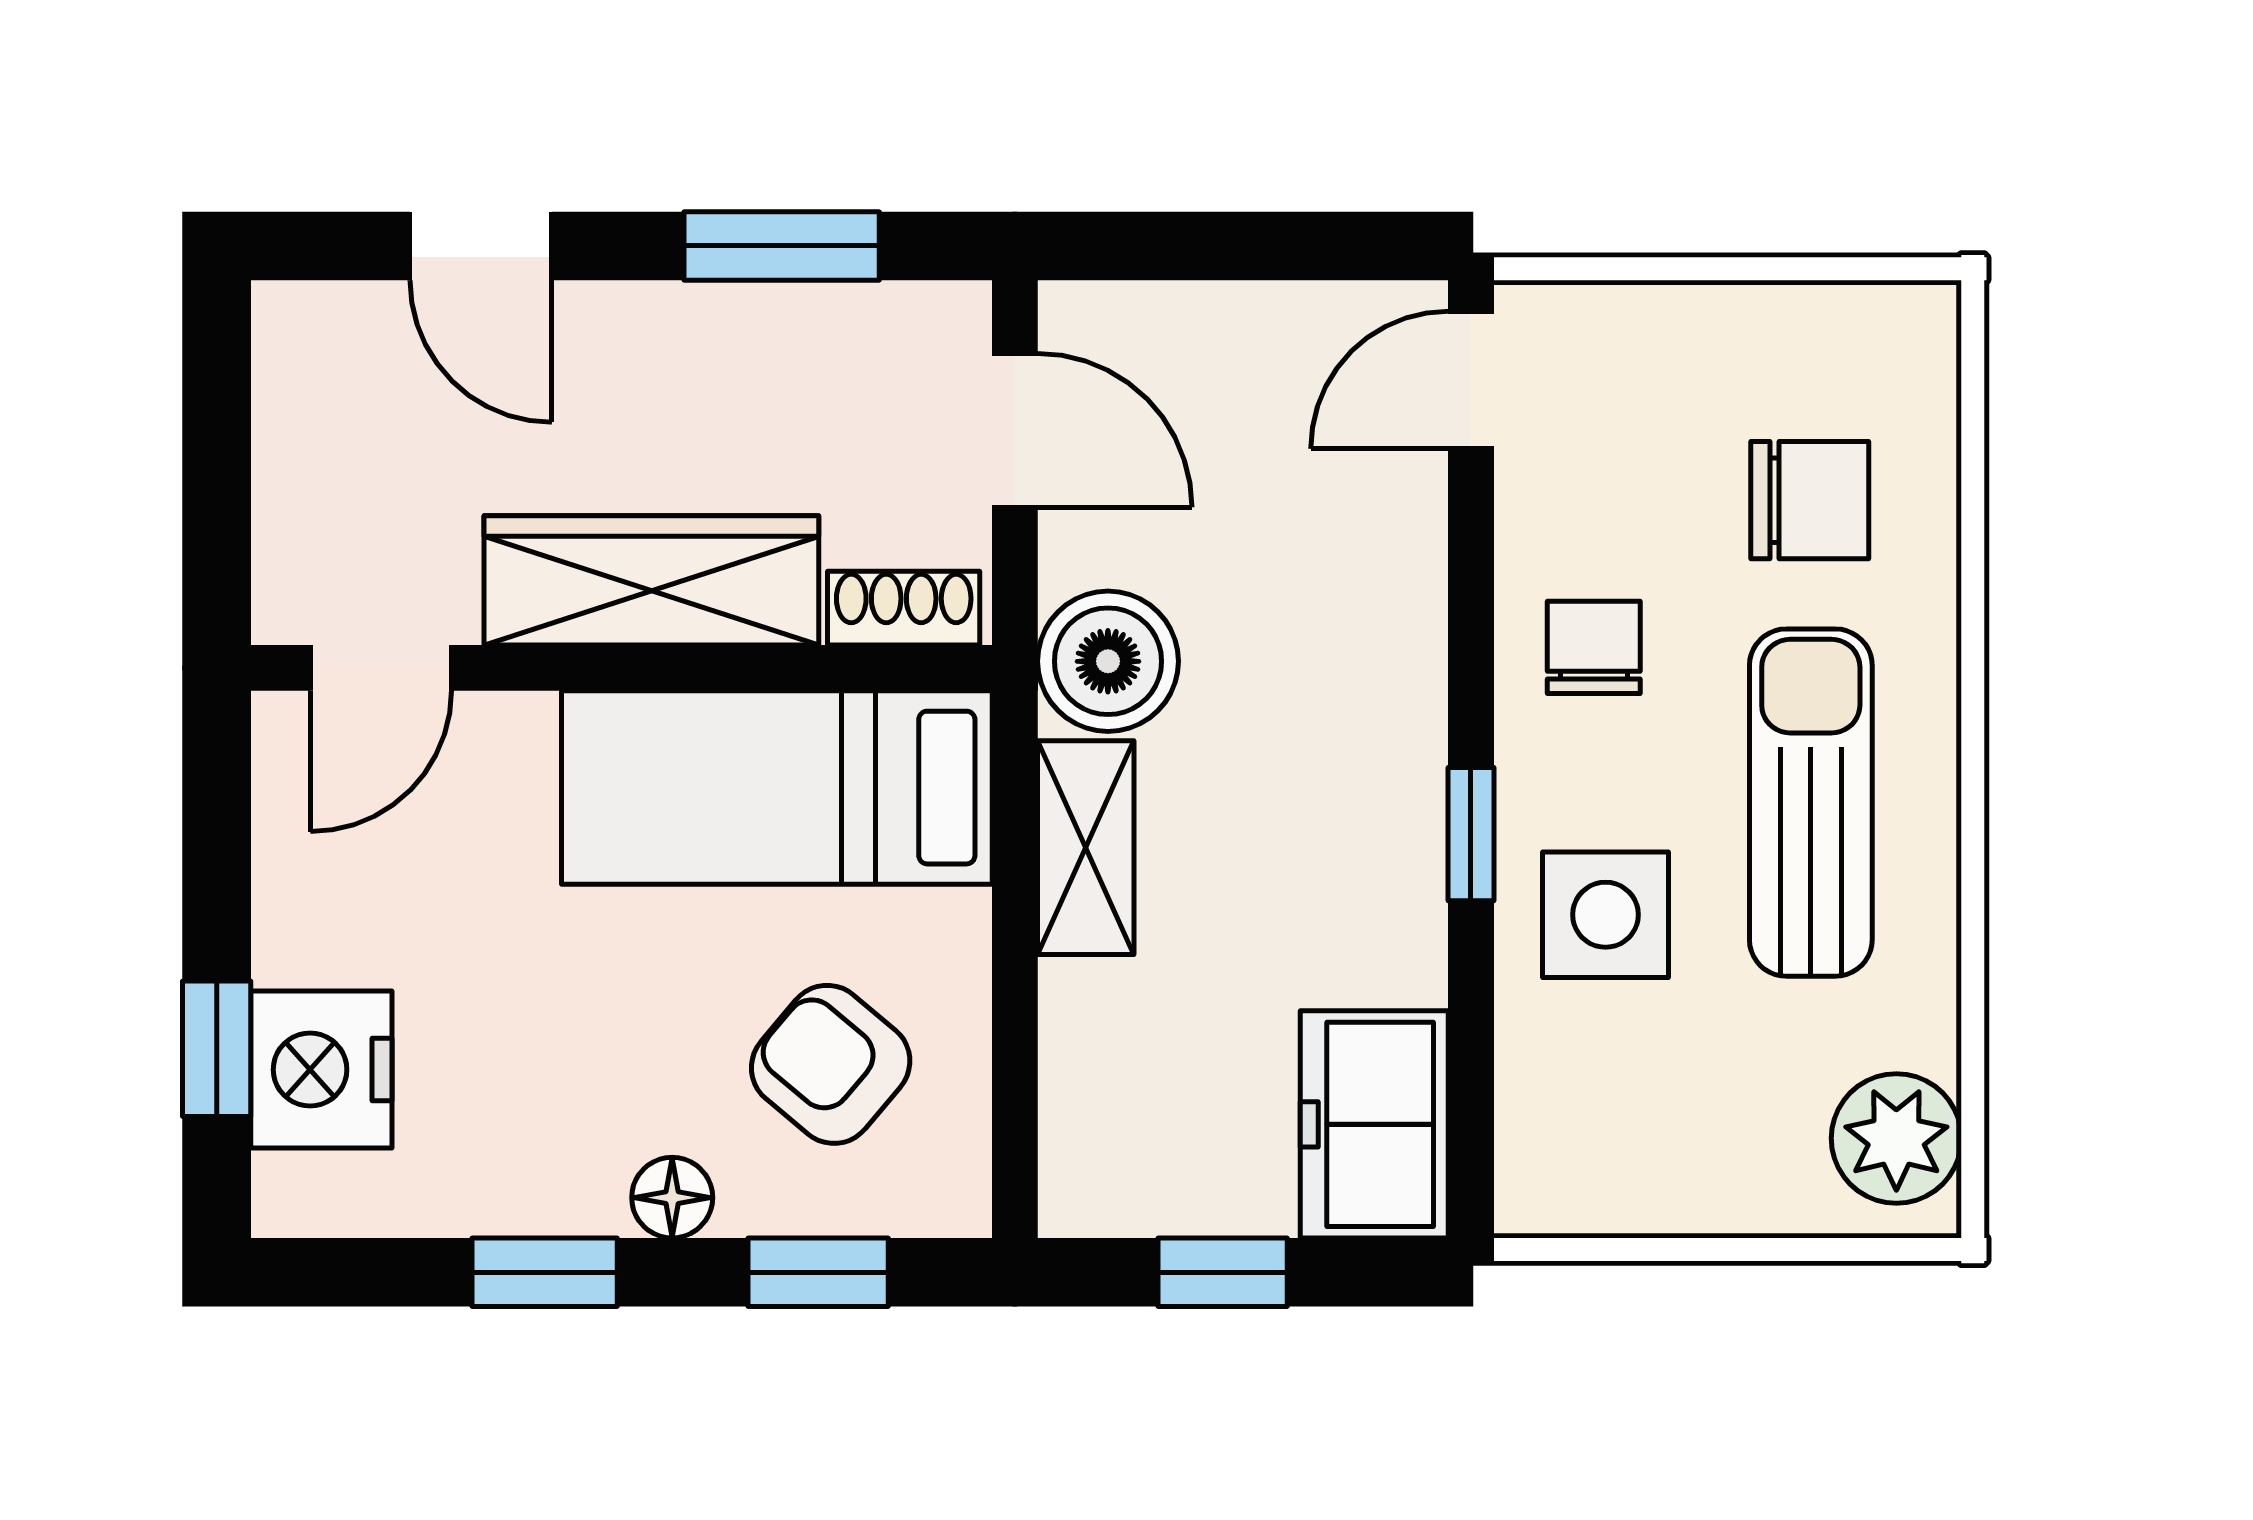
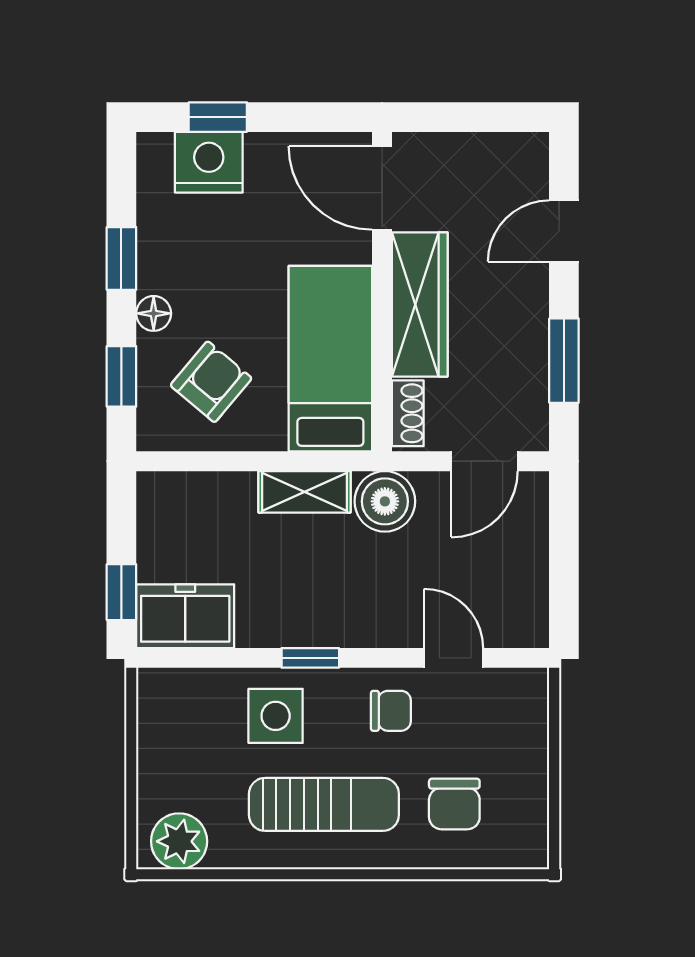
door: (1471, 380) -> (453, 658), moved
door: (381, 668) -> (382, 188), width x1.38
window: (1223, 1272) -> (121, 592), moved

